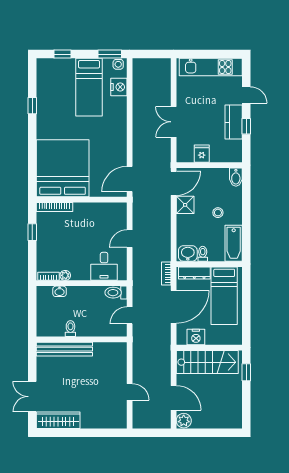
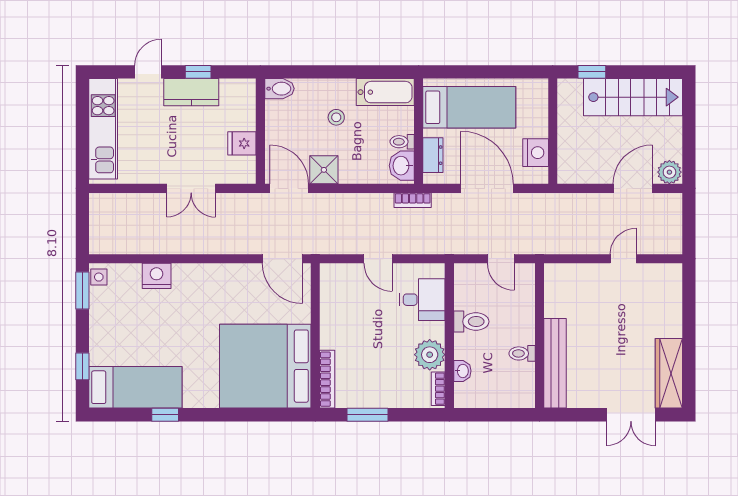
bed: (89, 87) -> (135, 387), moved
nightstand: (119, 87) -> (157, 276), moved
window: (32, 232) -> (367, 415), width x1.50
bookcase: (166, 273) -> (413, 200), moved
dresser: (194, 273) -> (433, 155), width x0.70
plant: (65, 275) -> (430, 355), width x1.88, depth x1.88
toilet: (116, 293) -> (471, 322), moved, turned -90
stairs: (207, 362) -> (633, 97), moved, turned 90

